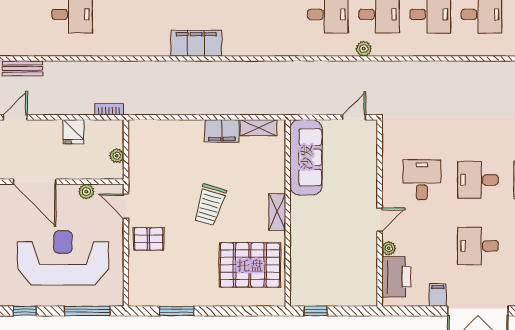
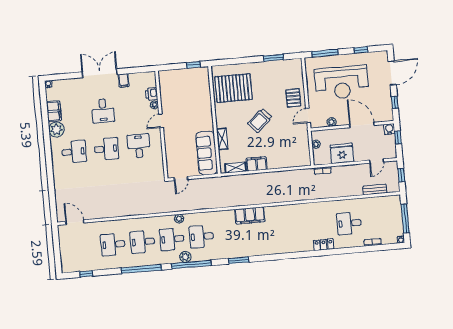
filing cabinet: (196, 43) -> (250, 215), moved
fridge: (73, 132) -> (342, 153), width x1.88, depth x1.34
desk: (422, 180) -> (139, 146), turned 180
trolley: (210, 205) -> (260, 121), turned -148
door: (126, 206) -> (308, 116), swing flipped
shelving: (277, 212) -> (222, 139), moved
pallet: (149, 239) -> (293, 98), turned 90
desk: (478, 246) -> (103, 111), turned 90
printer: (396, 277) -> (152, 94), width x0.53, depth x0.68

